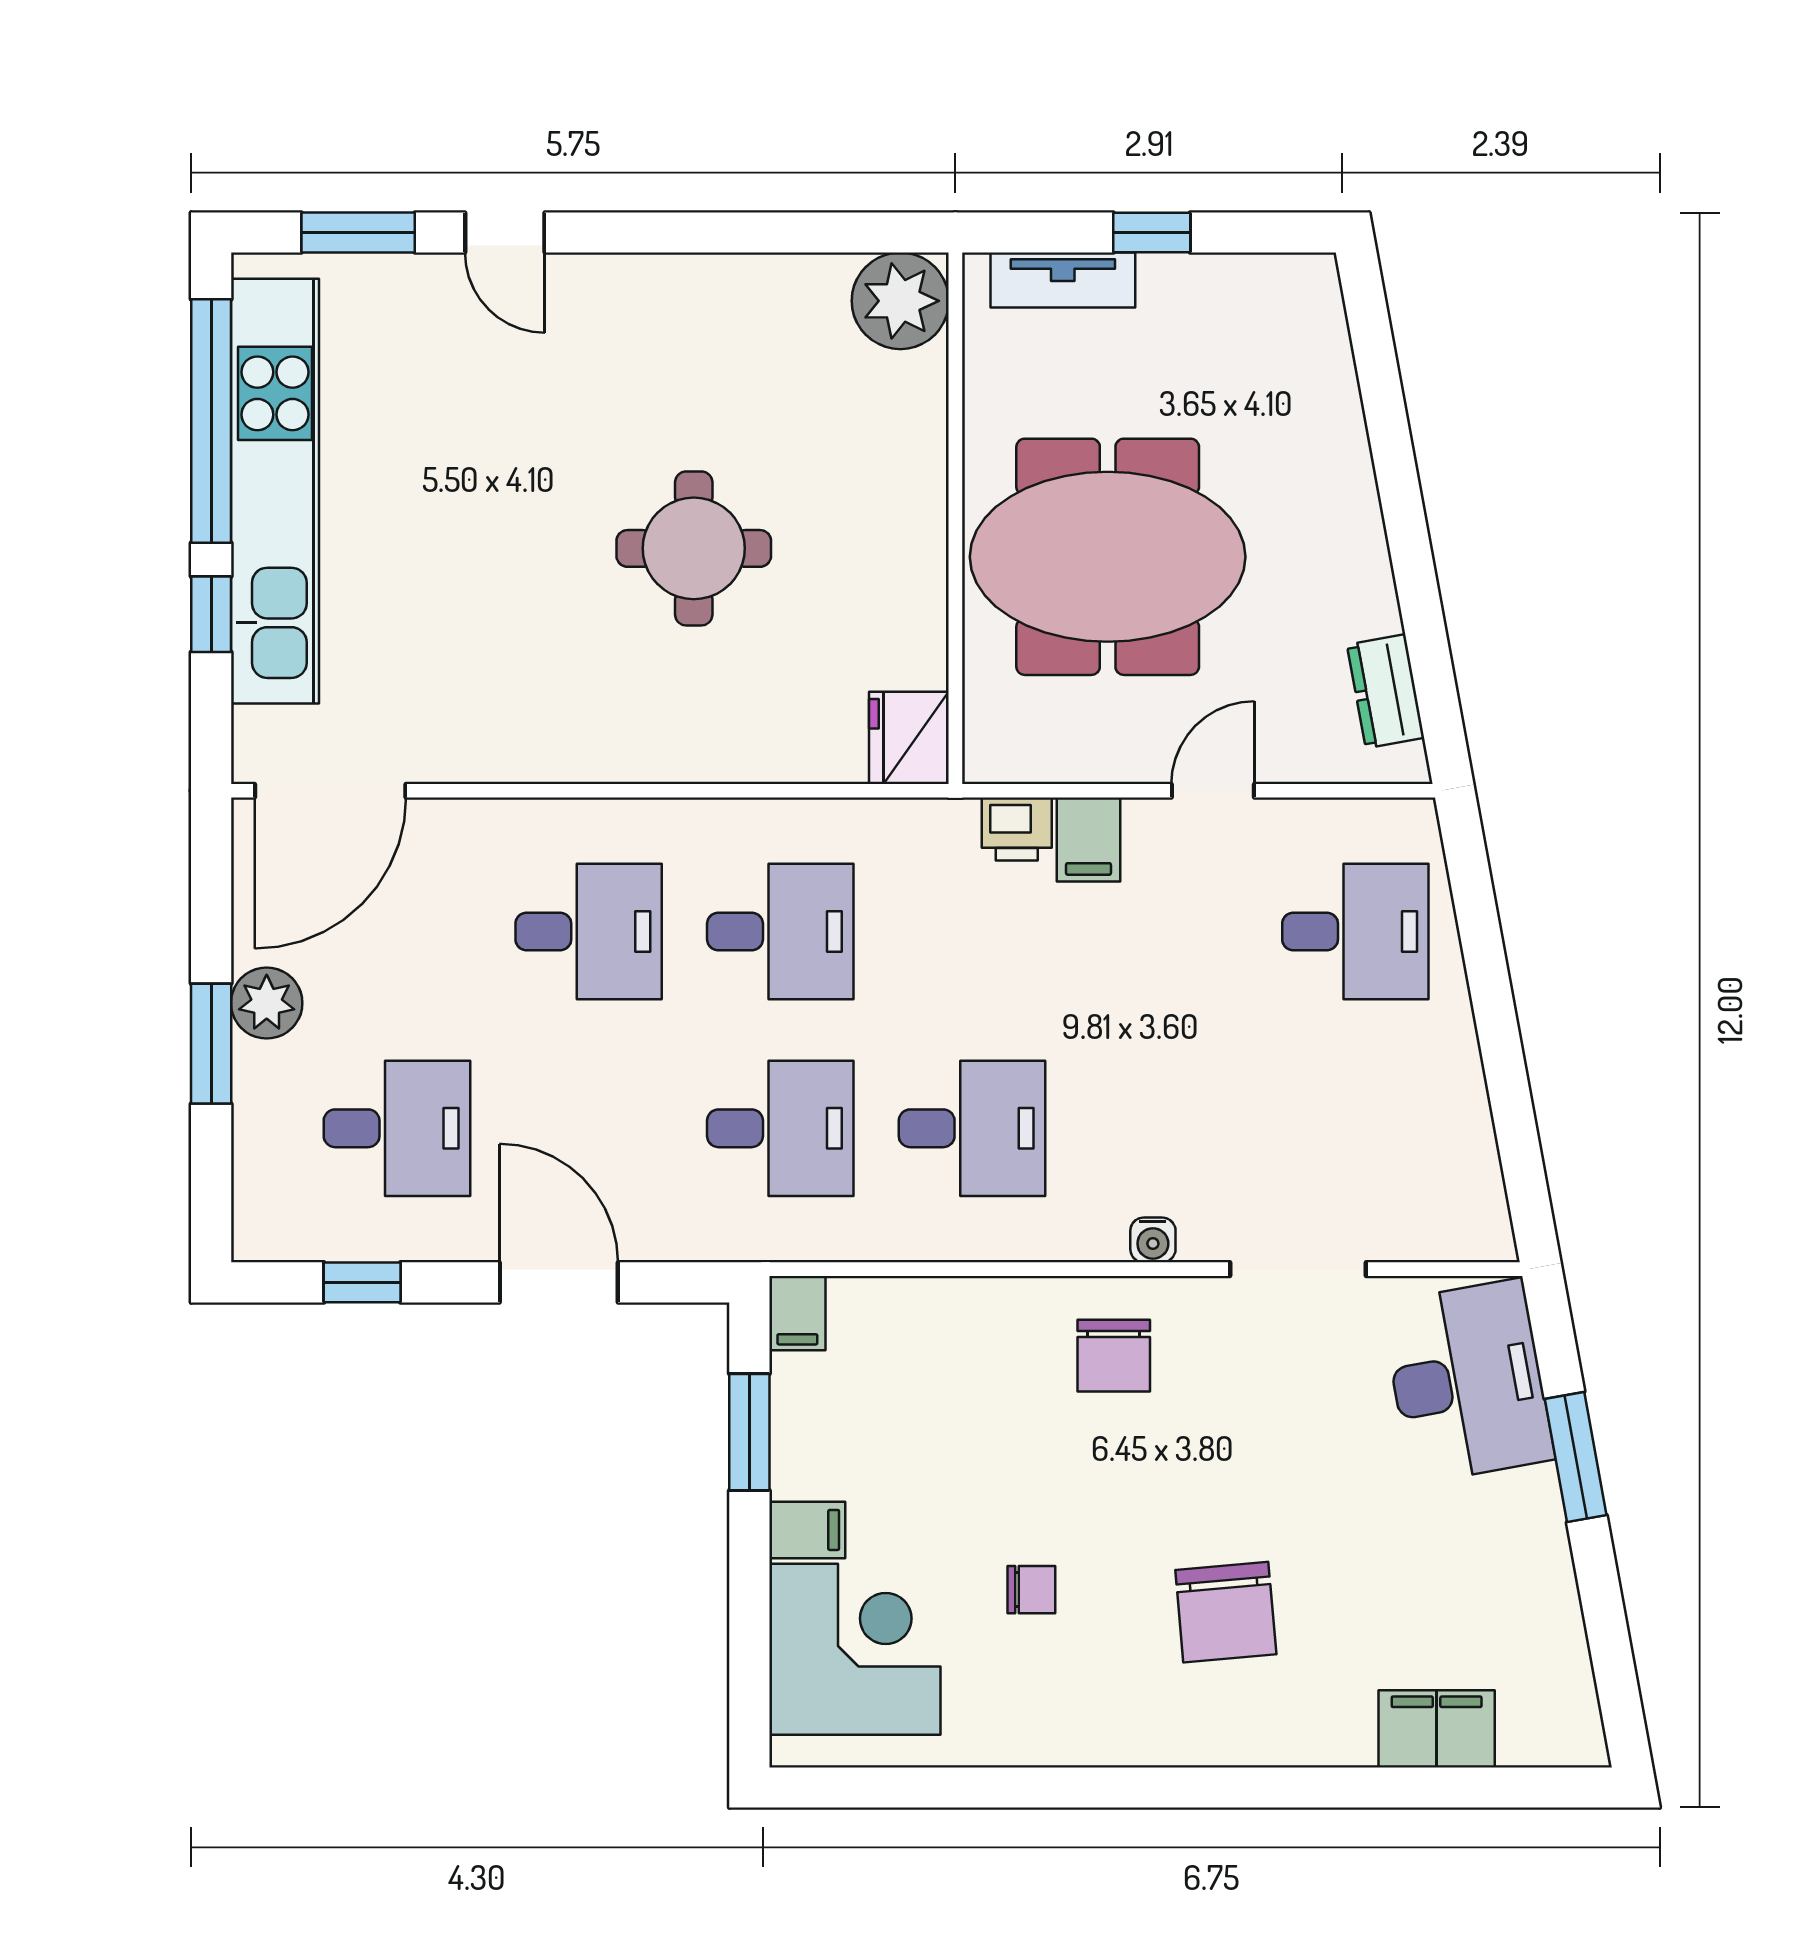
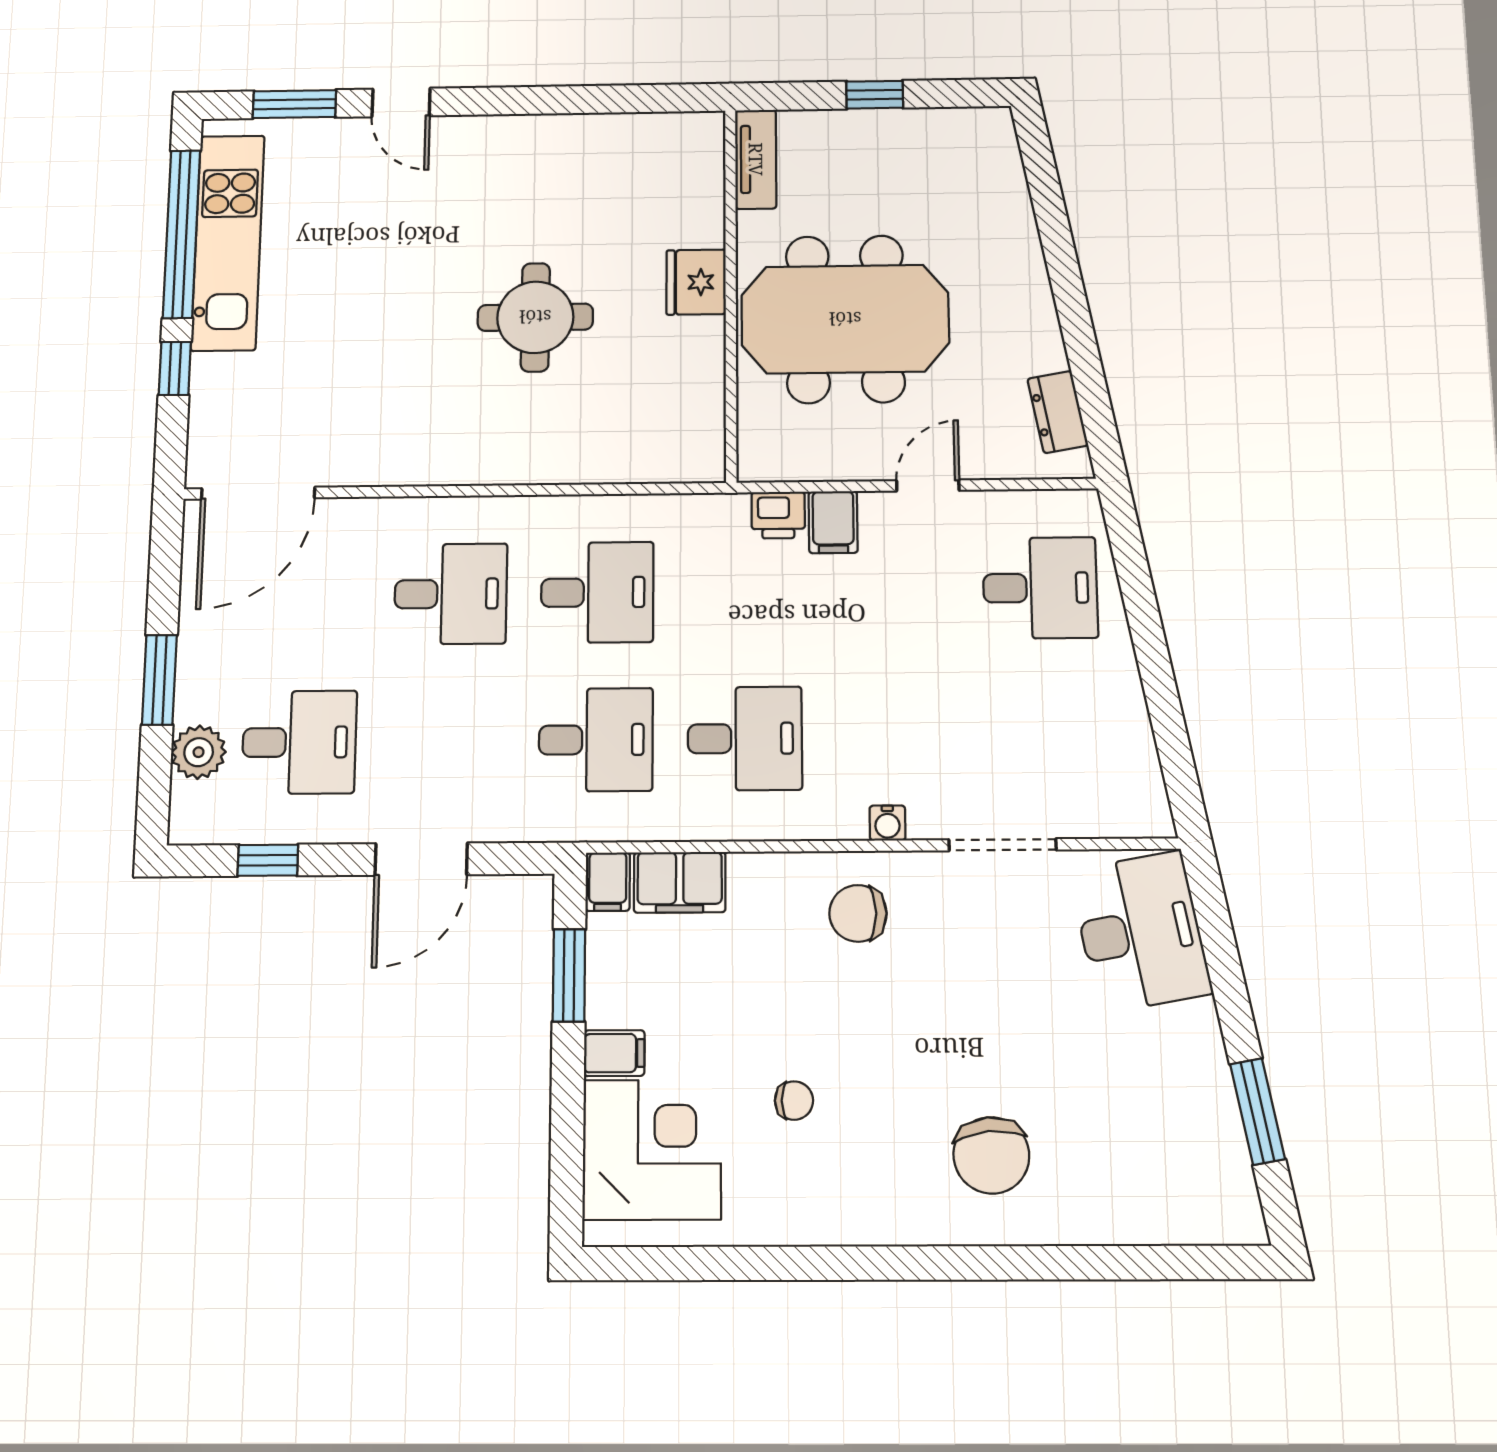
tv unit: (1063, 280) -> (756, 159), moved, turned -90
plant: (900, 301) -> (690, 144), removed
kitchen unit: (275, 491) -> (228, 242), width x0.73
fridge: (909, 738) -> (696, 282), moved
plant: (267, 1003) -> (199, 752), moved
door: (559, 1282) -> (421, 859), swing flipped
chair: (1114, 1356) -> (858, 913), turned 90
window: (1576, 1457) -> (1258, 1112), moved
chair: (1226, 1612) -> (991, 1155), moved
filing cabinet: (1437, 1729) -> (680, 882), moved, turned 180

